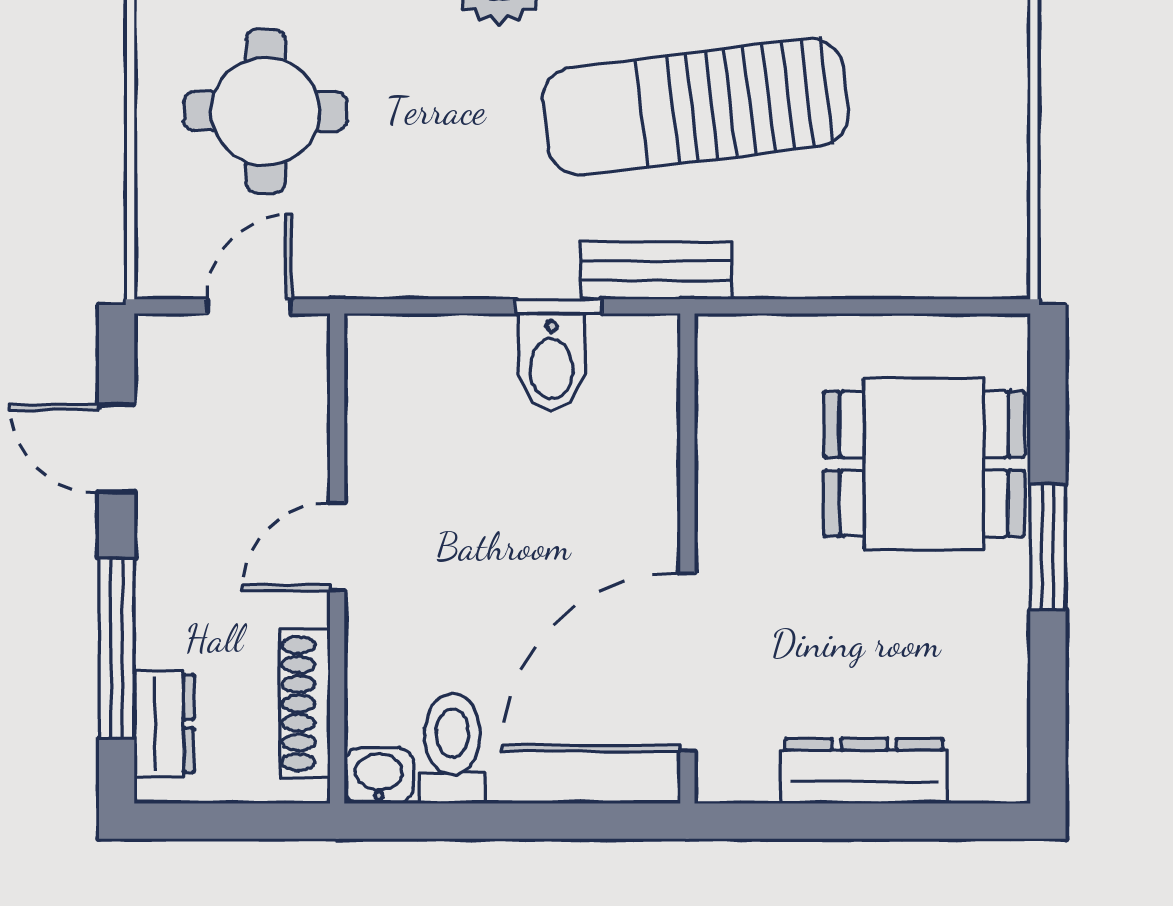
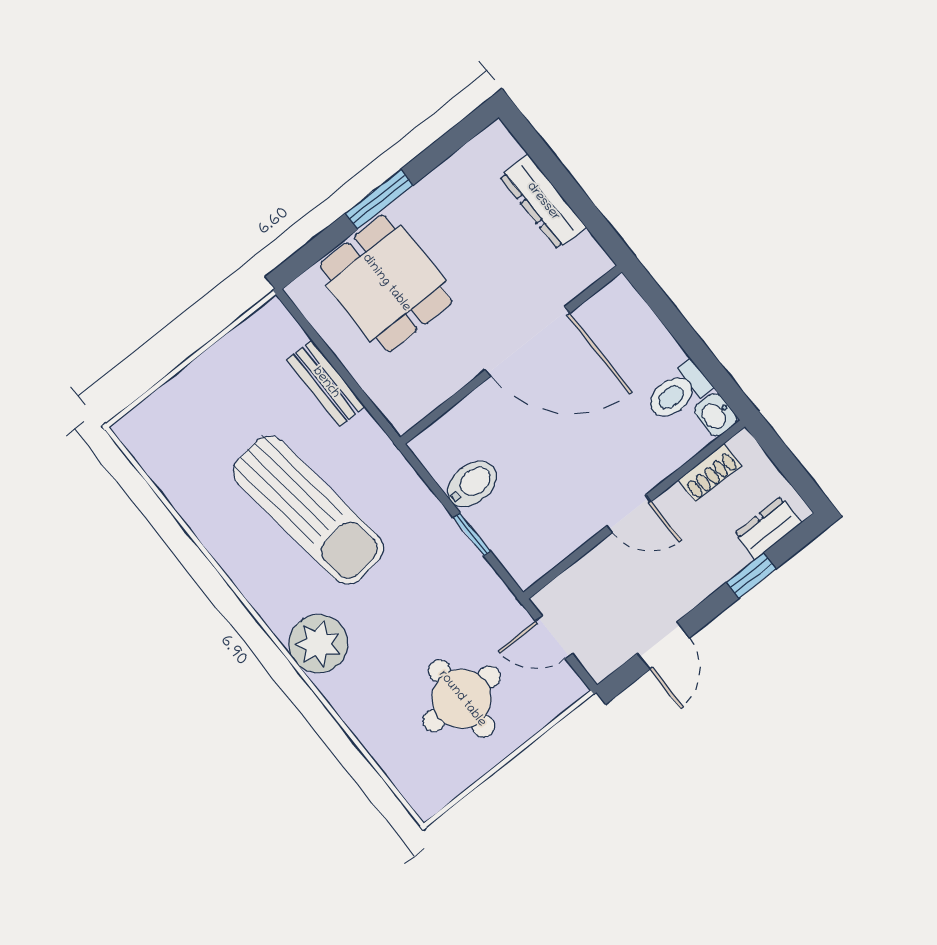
bench: (656, 271) -> (326, 383), moved
window: (559, 306) -> (472, 534), moved
window: (117, 648) -> (751, 576), width x0.46
door: (687, 662) -> (528, 341), moved
shoe rack: (305, 704) -> (710, 473), width x0.70

